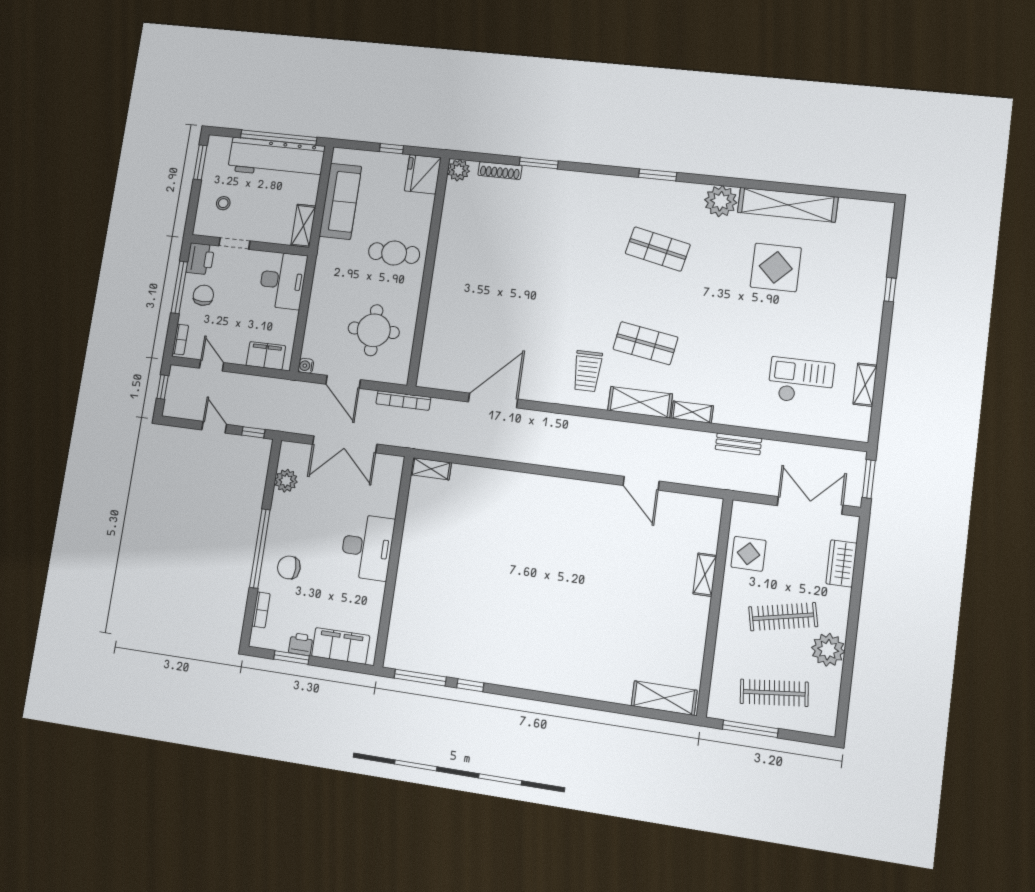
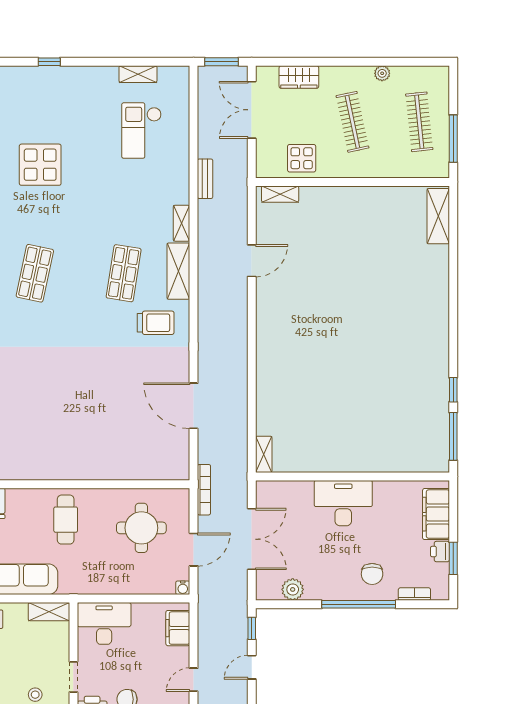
shelving: (705, 575) -> (280, 194), moved
plant: (828, 650) -> (382, 73), width x0.53, depth x0.53

